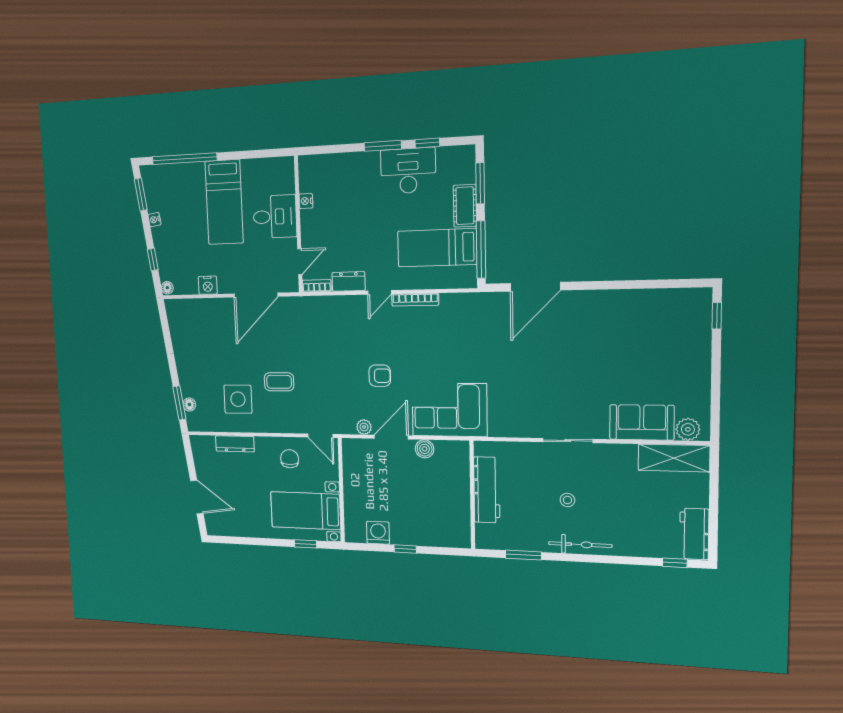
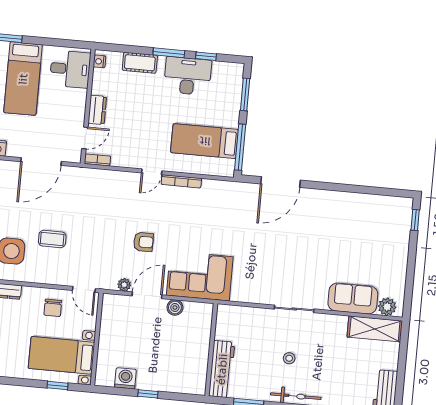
nightstand: (306, 201) -> (100, 61), moved
cot: (465, 206) -> (140, 63), moved, turned 90
desk: (275, 217) -> (70, 69), moved
dresser: (349, 281) -> (97, 110), moved, turned 90
chair: (290, 459) -> (53, 308), turned 180
workbench: (487, 490) -> (222, 369), moved

